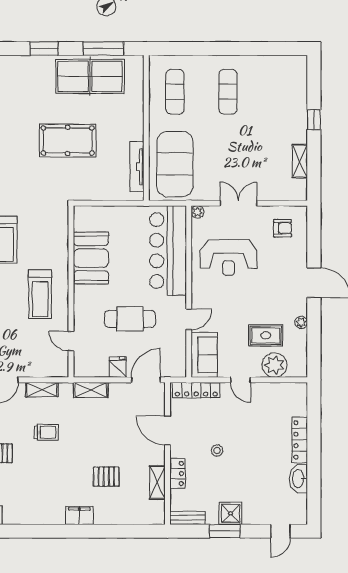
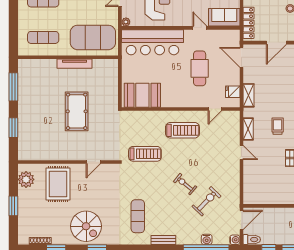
table tennis table: (90, 76) -> (33, 96), removed
tv unit: (137, 167) -> (75, 64), moved
booth: (91, 258) -> (142, 95), moved
fridge: (118, 367) -> (233, 92), moved

